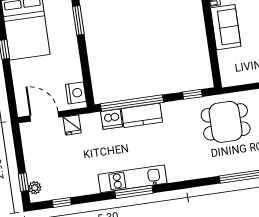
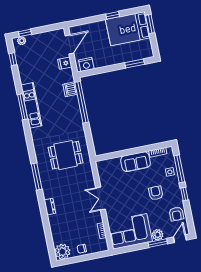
window: (192, 94) -> (90, 142), removed
kitchen counter: (142, 115) -> (74, 109), removed
dining table: (226, 122) -> (65, 155), moved, turned 90

